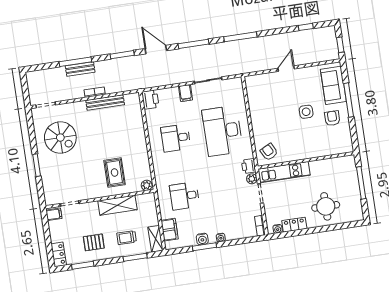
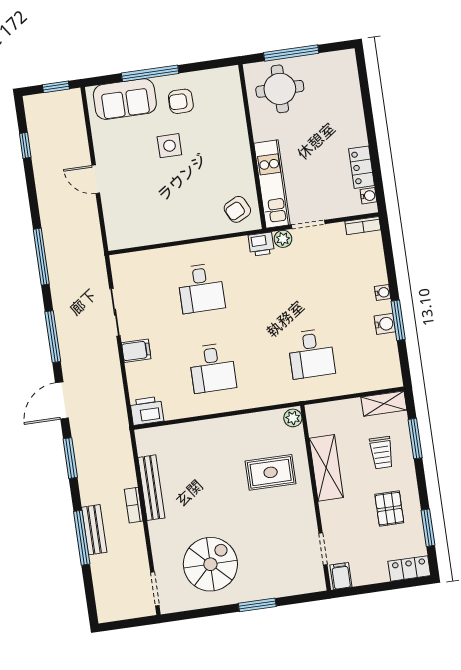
desk: (223, 131) -> (201, 288), width x0.53, depth x0.77
round table: (326, 206) -> (280, 89), moved
filing cabinet: (170, 230) -> (368, 379), removed

